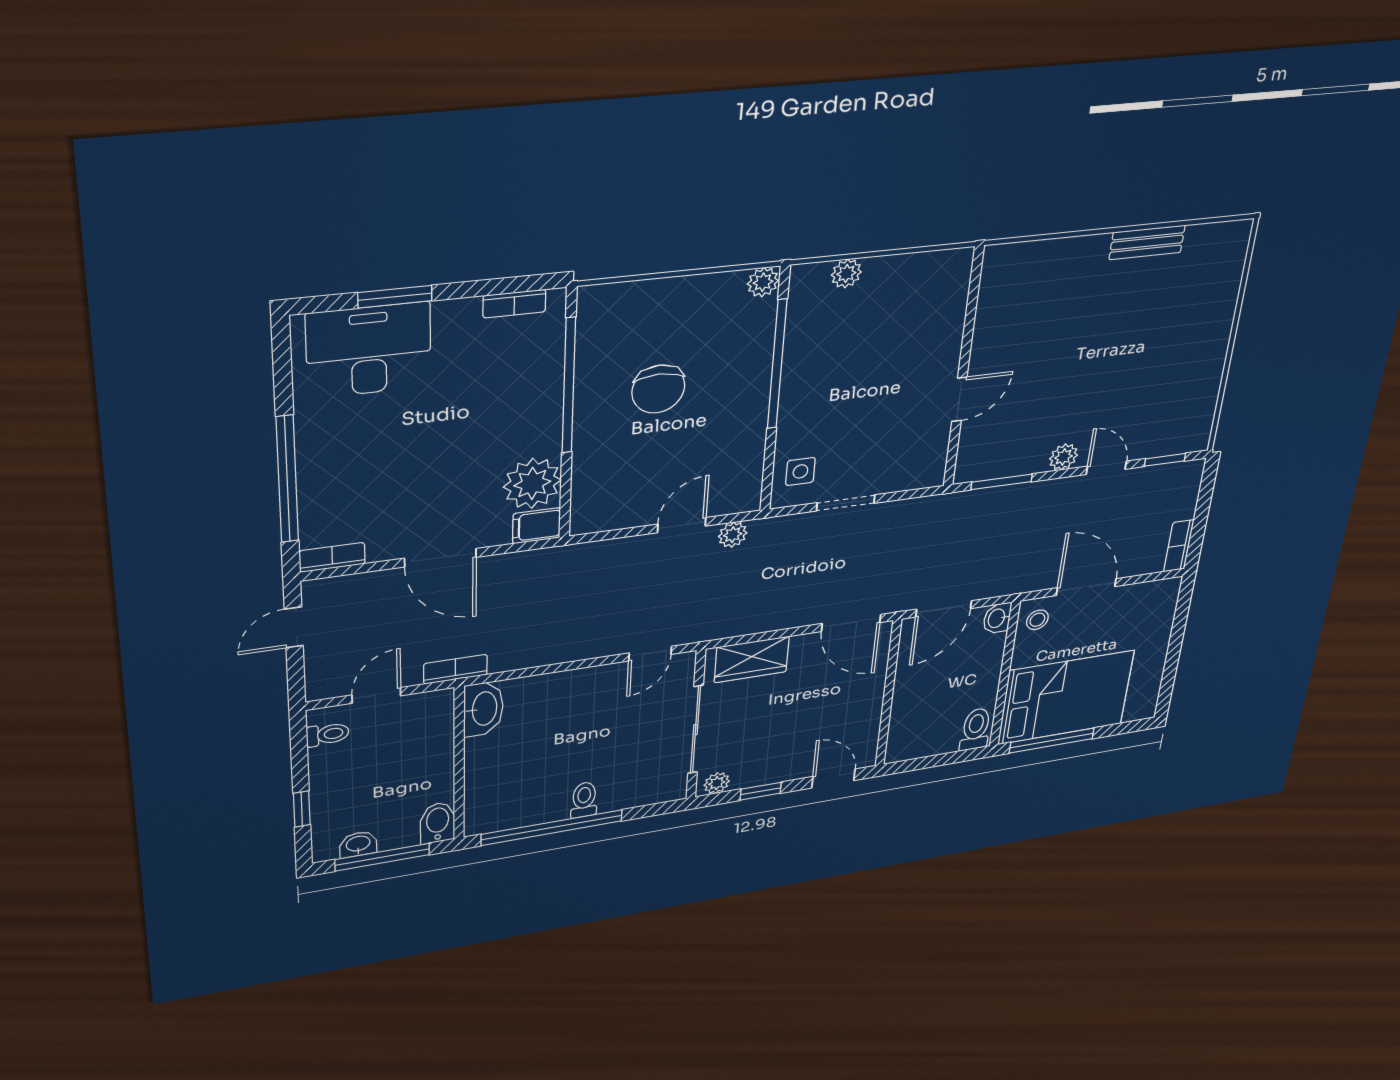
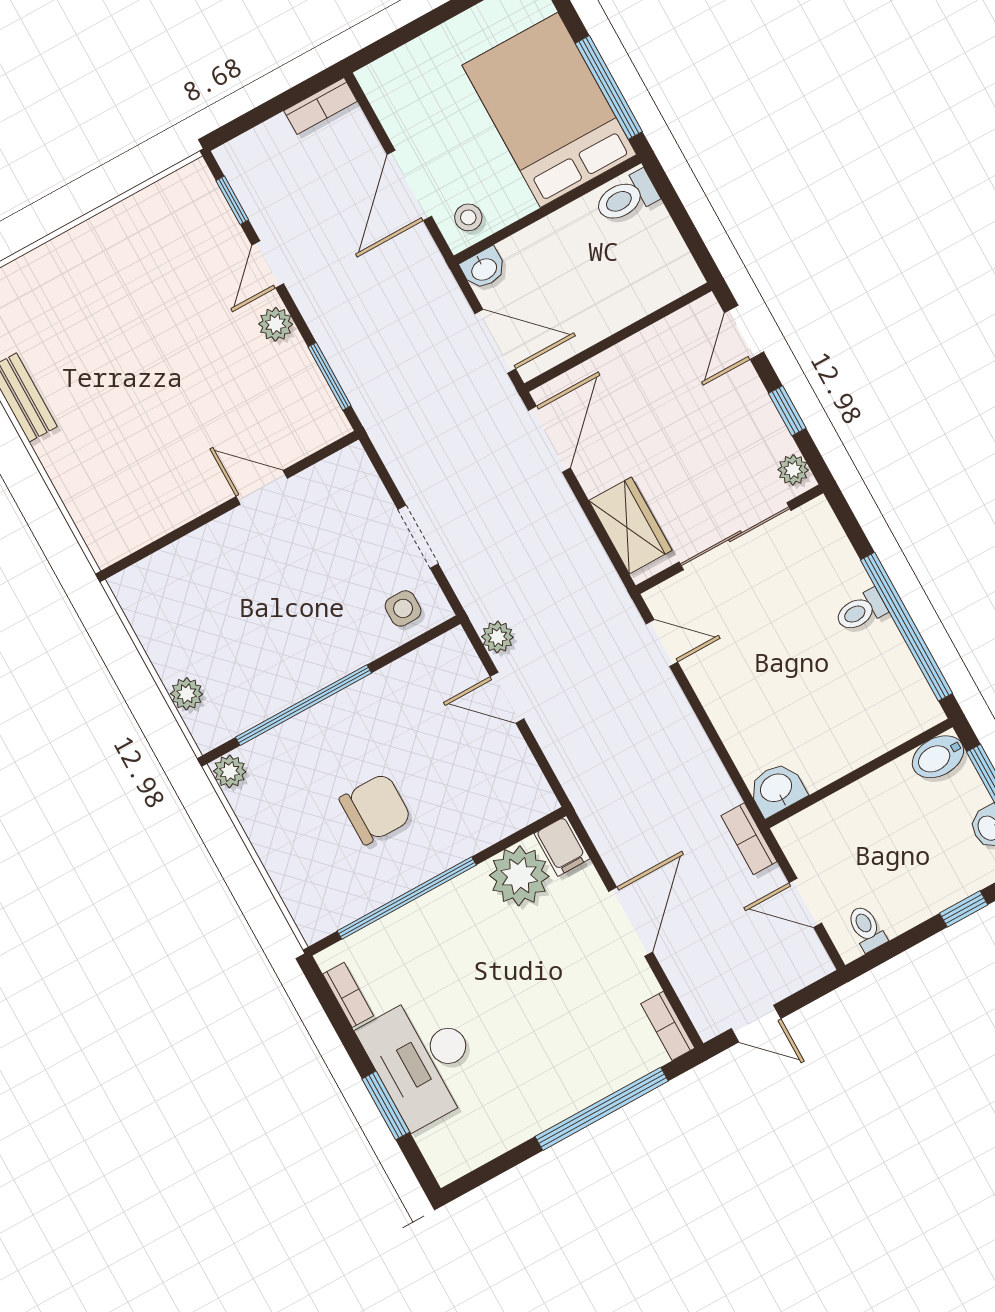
desk: (369, 350) -> (423, 1060), moved
washbasin: (483, 709) -> (777, 789), width x0.72

